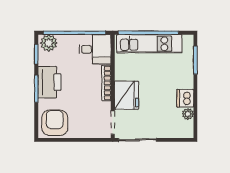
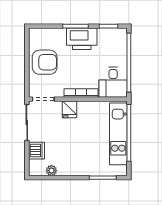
plant: (49, 43) -> (119, 38), removed
fridge: (127, 95) -> (69, 109), width x0.53, depth x0.75
dishwasher: (185, 98) -> (36, 151), moved, turned 90
armchair: (55, 123) -> (45, 62), moved

